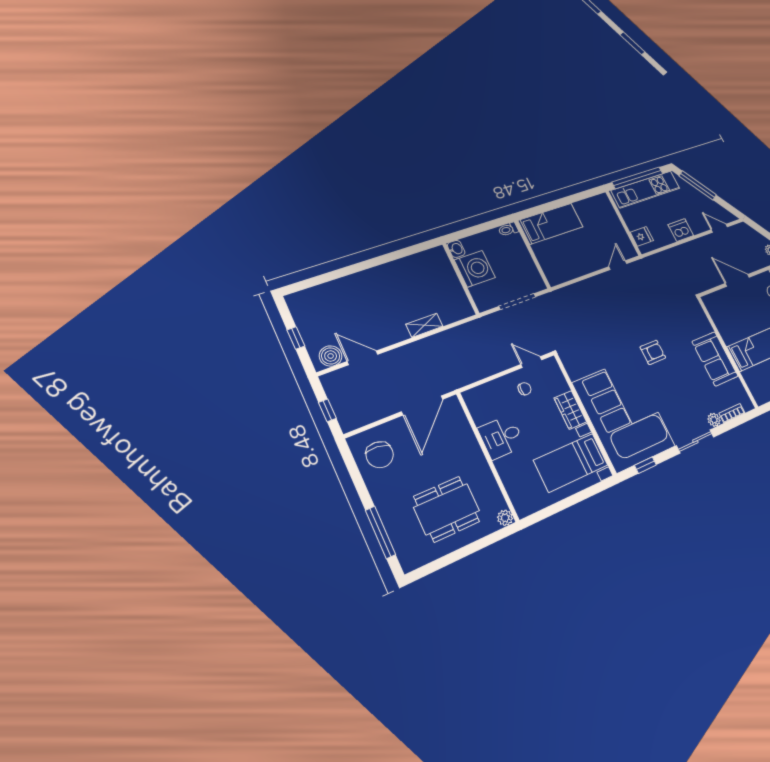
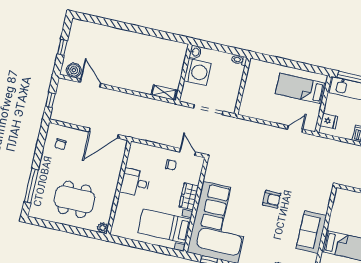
bed: (551, 224) -> (301, 89), moved, turned 180
shelving: (424, 325) -> (164, 93), moved
chair: (380, 455) -> (60, 144), width x0.54, depth x0.54

